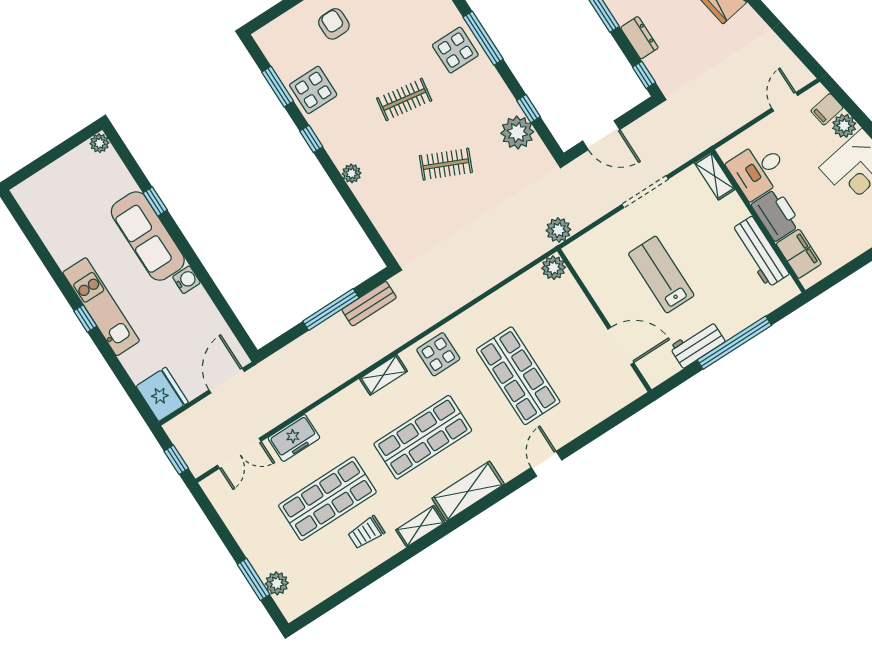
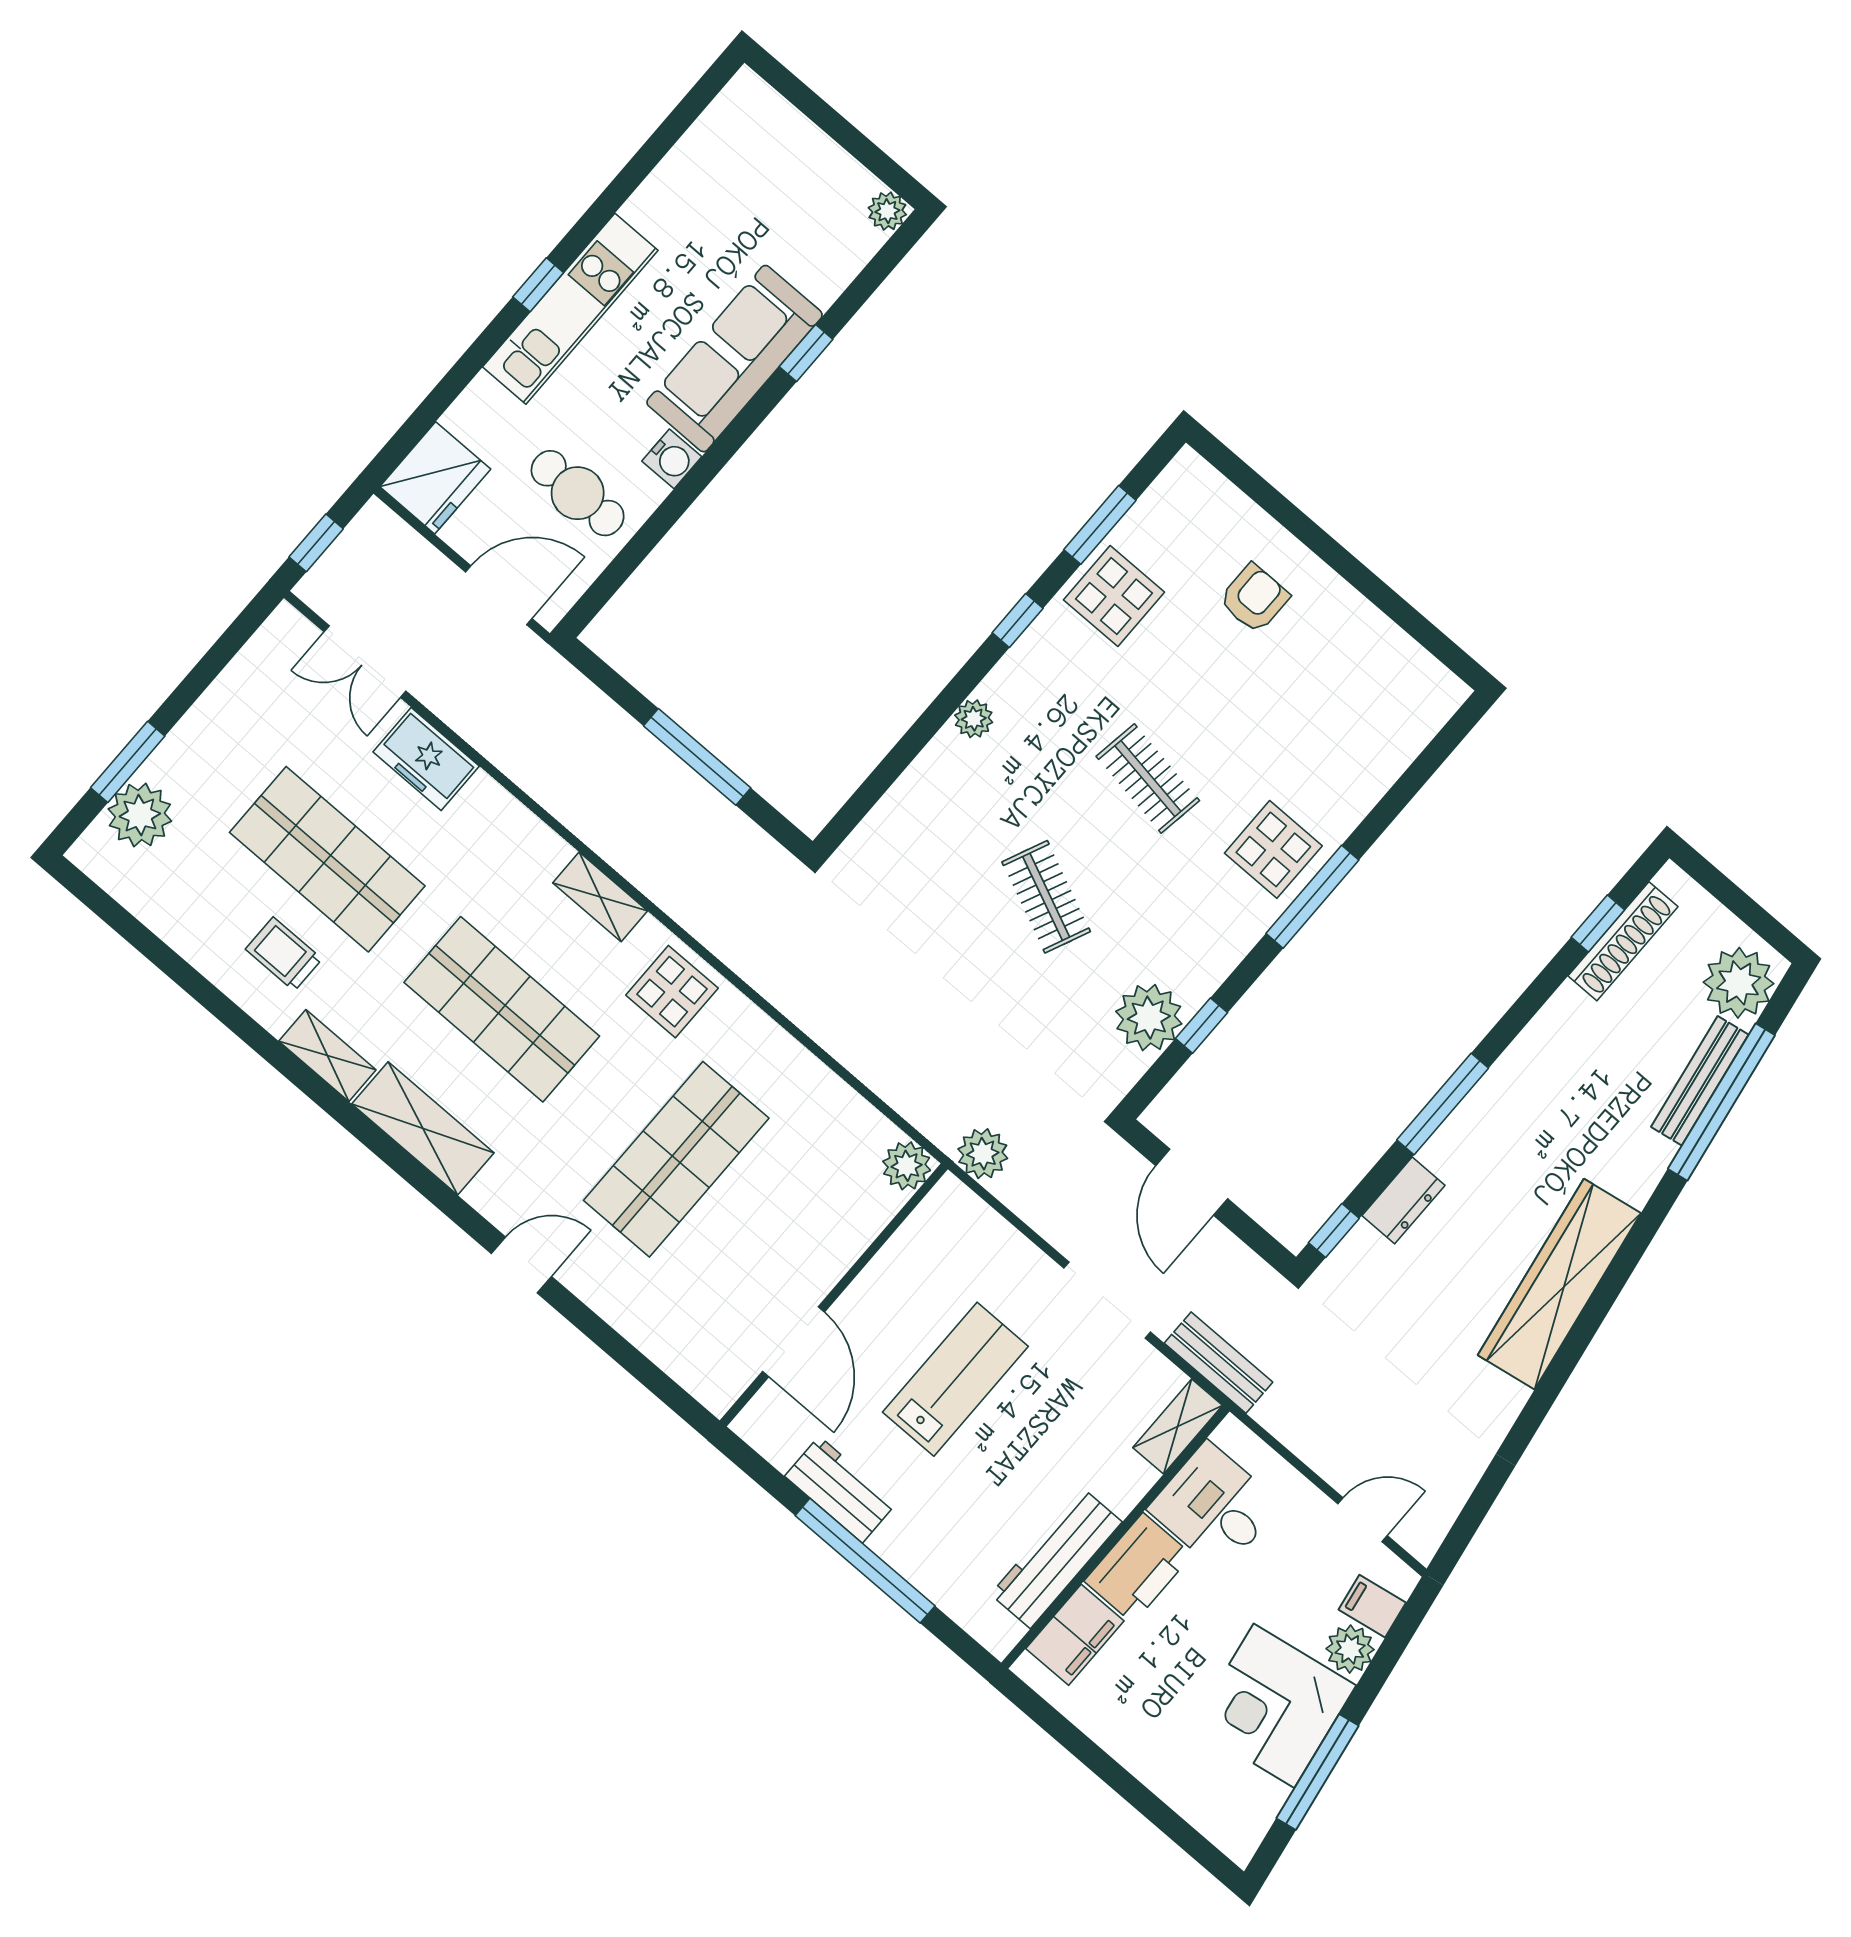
bench: (369, 304) -> (1219, 1363), moved
cafe table: (189, 329) -> (578, 493), added
plant: (277, 583) -> (140, 815), width x1.36, depth x1.36

